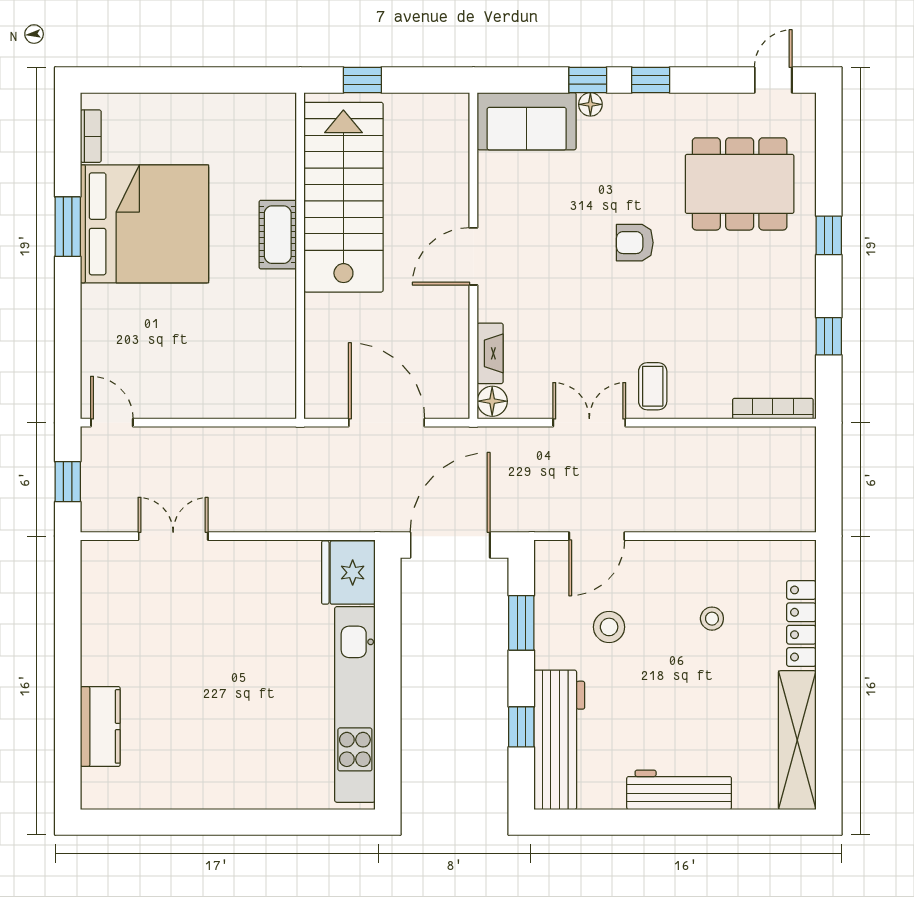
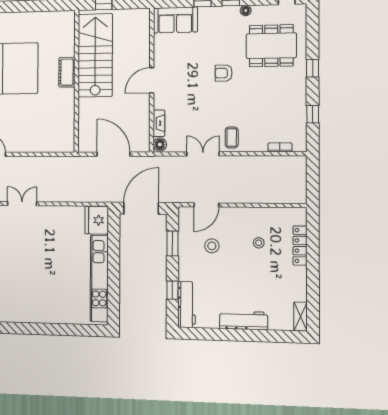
floor lamp: (590, 104) -> (246, 11), moved
bookcase: (773, 409) -> (280, 147), width x0.64
workbench: (559, 740) -> (187, 305), width x0.73, depth x0.76
shelving: (797, 740) -> (300, 317), width x0.45, depth x0.75

